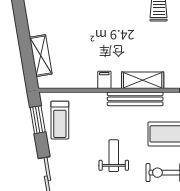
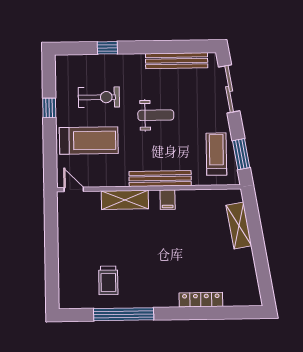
bench: (135, 99) -> (160, 179), moved
weight bench: (114, 156) -> (156, 115), turned -90

